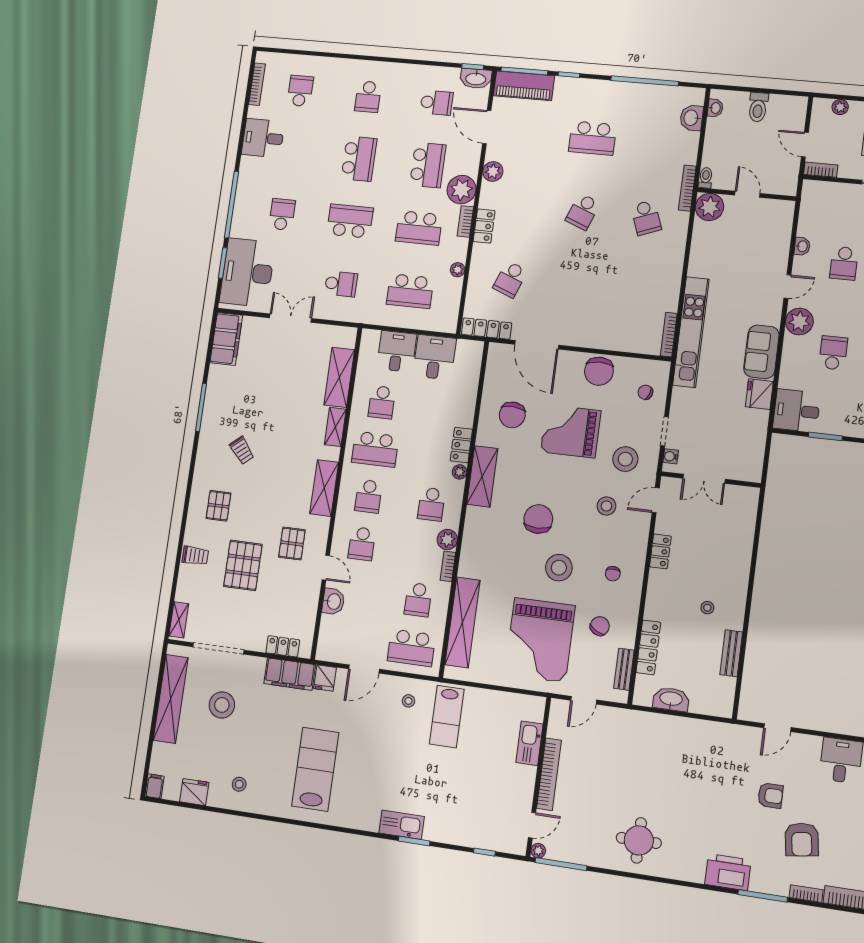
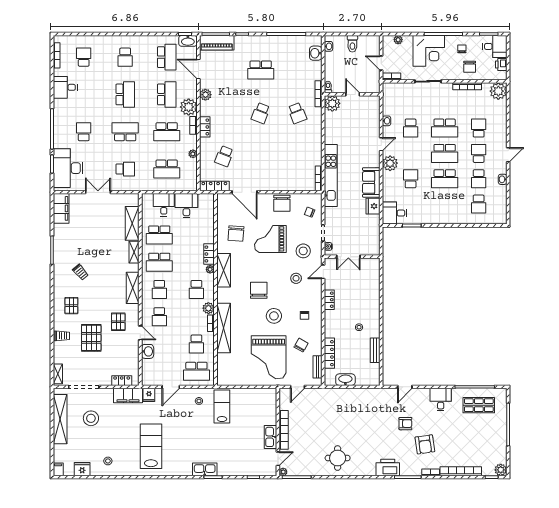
school desk: (437, 103) -> (167, 57), width x1.85
school desk: (382, 402) -> (159, 235), width x1.85
shelving: (462, 622) -> (224, 328), moved
lab bench: (447, 717) -> (222, 407), turned 180
kitchen sink: (529, 743) -> (270, 437), moved

